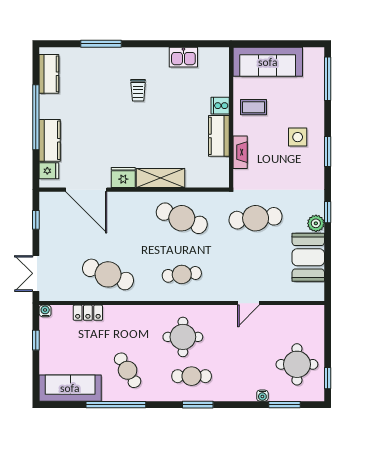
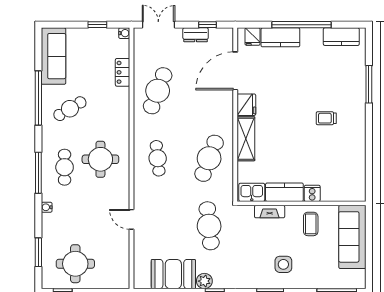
kitchen sink: (183, 57) -> (252, 192), moved, turned 90
dresser: (47, 233) -> (196, 35), added
water cooler: (262, 396) -> (47, 207), moved
window: (198, 405) -> (38, 173), width x1.44

